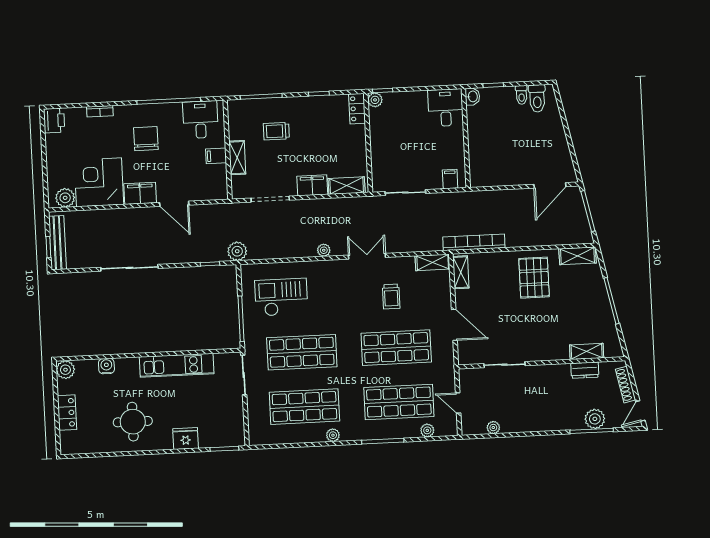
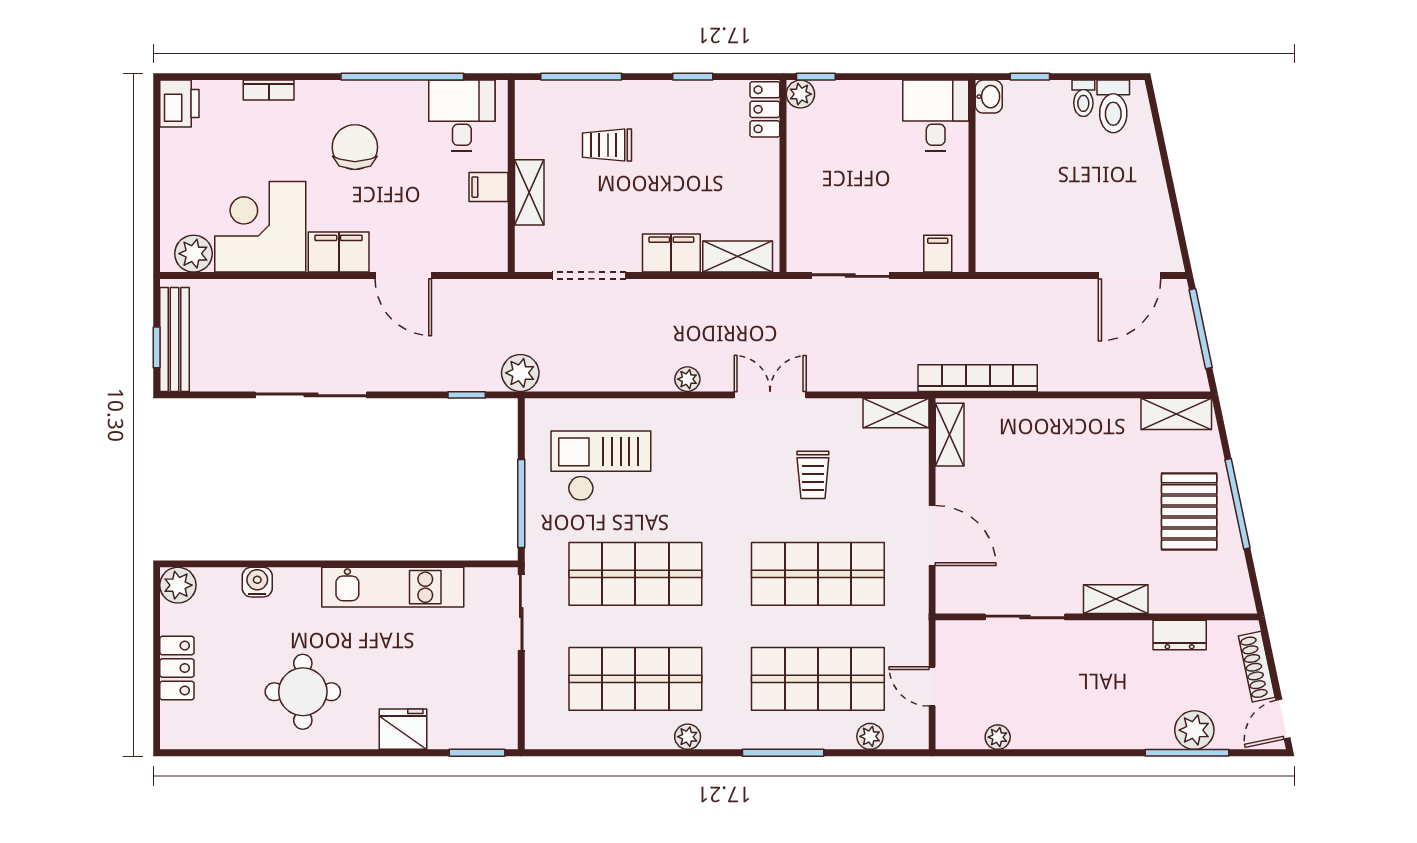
pallet: (534, 278) -> (1189, 511), moved
shelving: (587, 351) -> (1116, 599), moved

